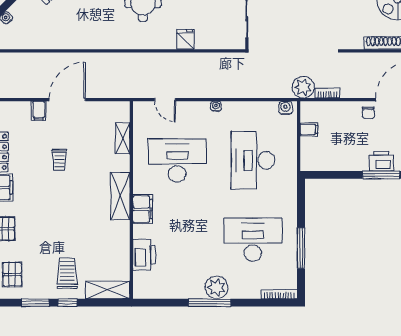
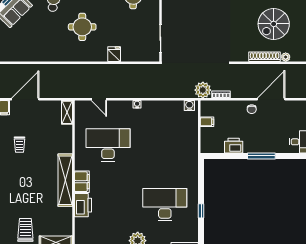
shelving: (123, 138) -> (67, 112), moved
desk: (253, 160) -> (165, 145), removed
printer: (381, 161) -> (234, 146), moved
shelving: (120, 196) -> (65, 180), width x1.47
window: (301, 248) -> (201, 211), width x0.46
printer: (144, 255) -> (83, 205), moved

